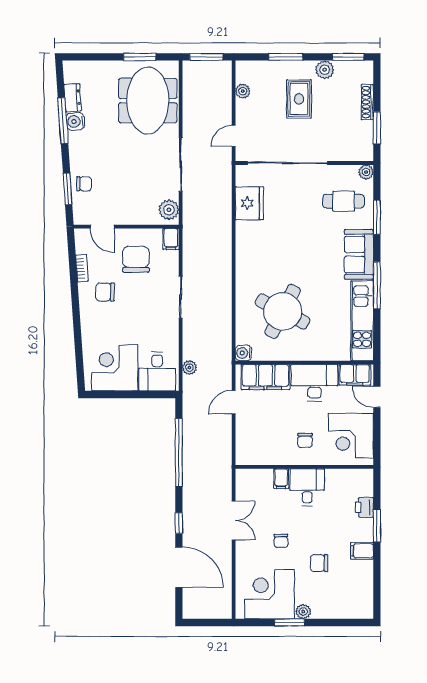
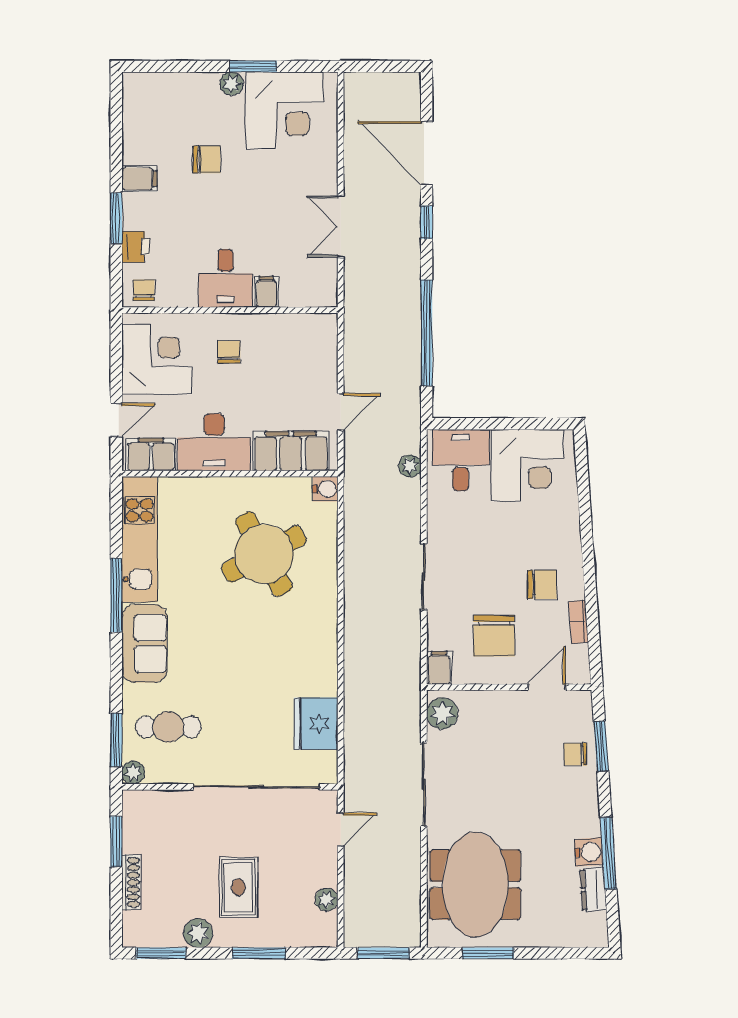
window: (377, 217) -> (116, 740), moved
door: (102, 227) -> (547, 687), hinge flipped
round table: (283, 311) -> (264, 554), turned 35
door: (377, 397) -> (116, 420), hinge flipped
chair: (281, 541) -> (144, 290), moved

